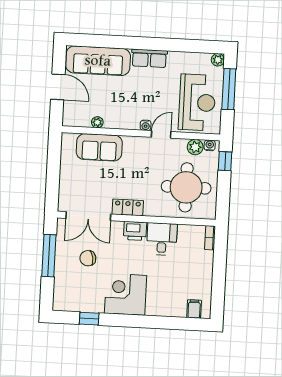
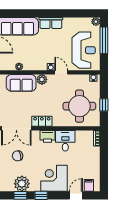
door: (161, 134) -> (61, 72), hinge flipped
plant: (195, 147) -> (42, 79), moved
window: (225, 161) -> (104, 105), moved
corner desk: (126, 294) -> (54, 178), moved
plant: (92, 301) -> (22, 184), added
window: (121, 320) -> (41, 195), added
door: (174, 323) -> (76, 195), added

